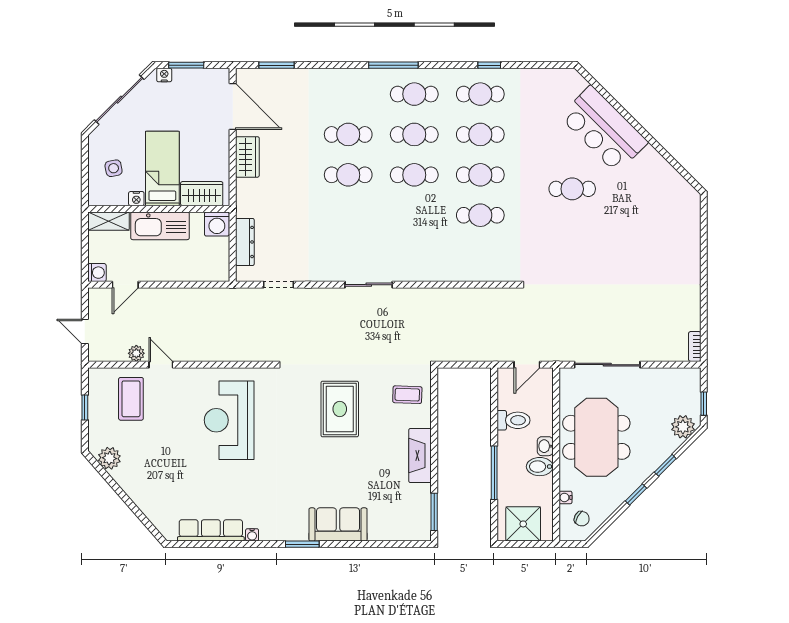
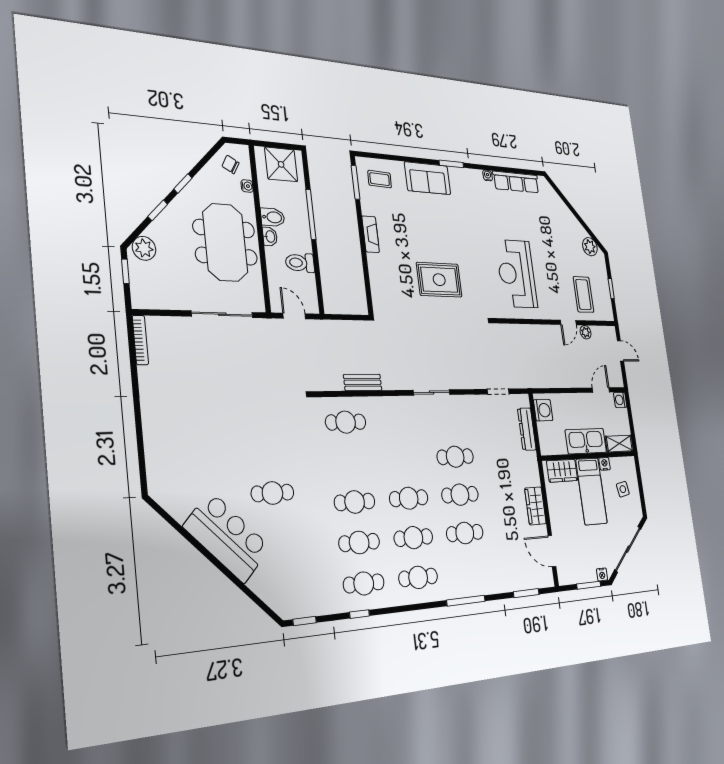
window: (393, 65) -> (466, 601), moved
window: (552, 65) -> (305, 621), added
door: (233, 106) -> (552, 551), width x0.73
bar counter: (604, 129) -> (227, 537), moved
cafe table: (348, 215) -> (455, 457), added
cafe table: (480, 215) -> (346, 422), moved
washing machine: (217, 224) -> (543, 410), moved, turned 90
bench: (454, 296) -> (363, 382), added
bookcase: (695, 346) -> (140, 340), width x1.56
door: (161, 365) -> (568, 323), hinge flipped
door: (527, 365) -> (294, 316), hinge flipped
coffee table: (407, 395) -> (380, 179), moved
rug: (340, 409) -> (439, 280), turned 90
reception desk: (229, 420) -> (516, 274), turned 180
fireplace: (420, 456) -> (371, 234), width x0.73, depth x0.76

